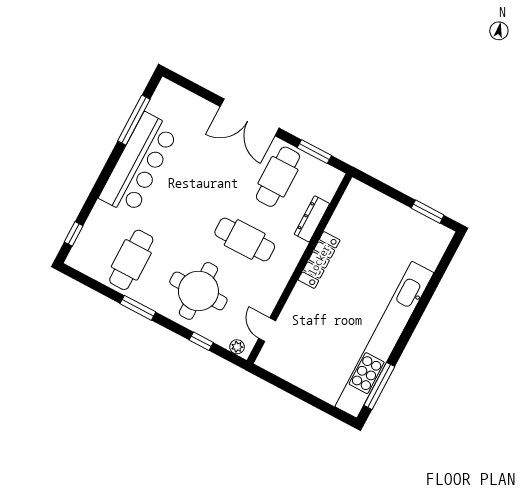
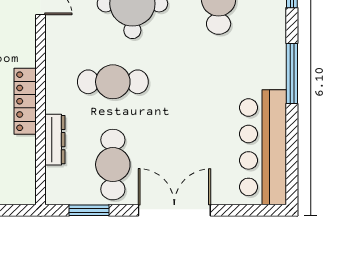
window: (134, 120) -> (292, 73), moved
bar counter: (139, 164) -> (263, 147), moved

